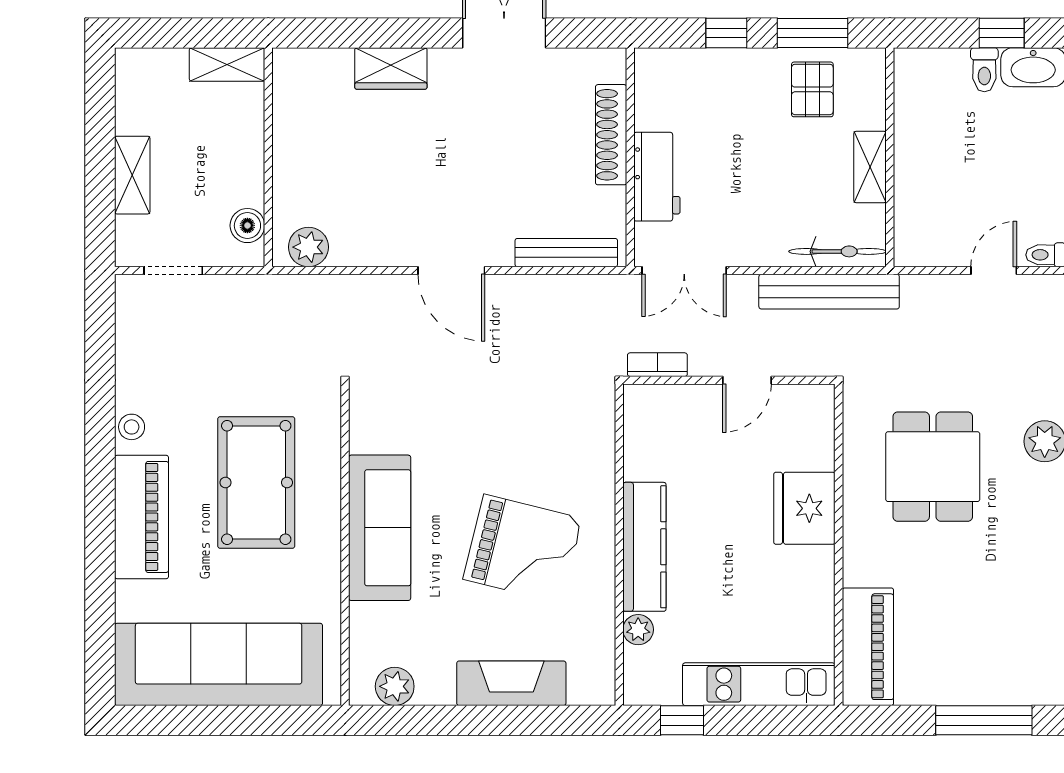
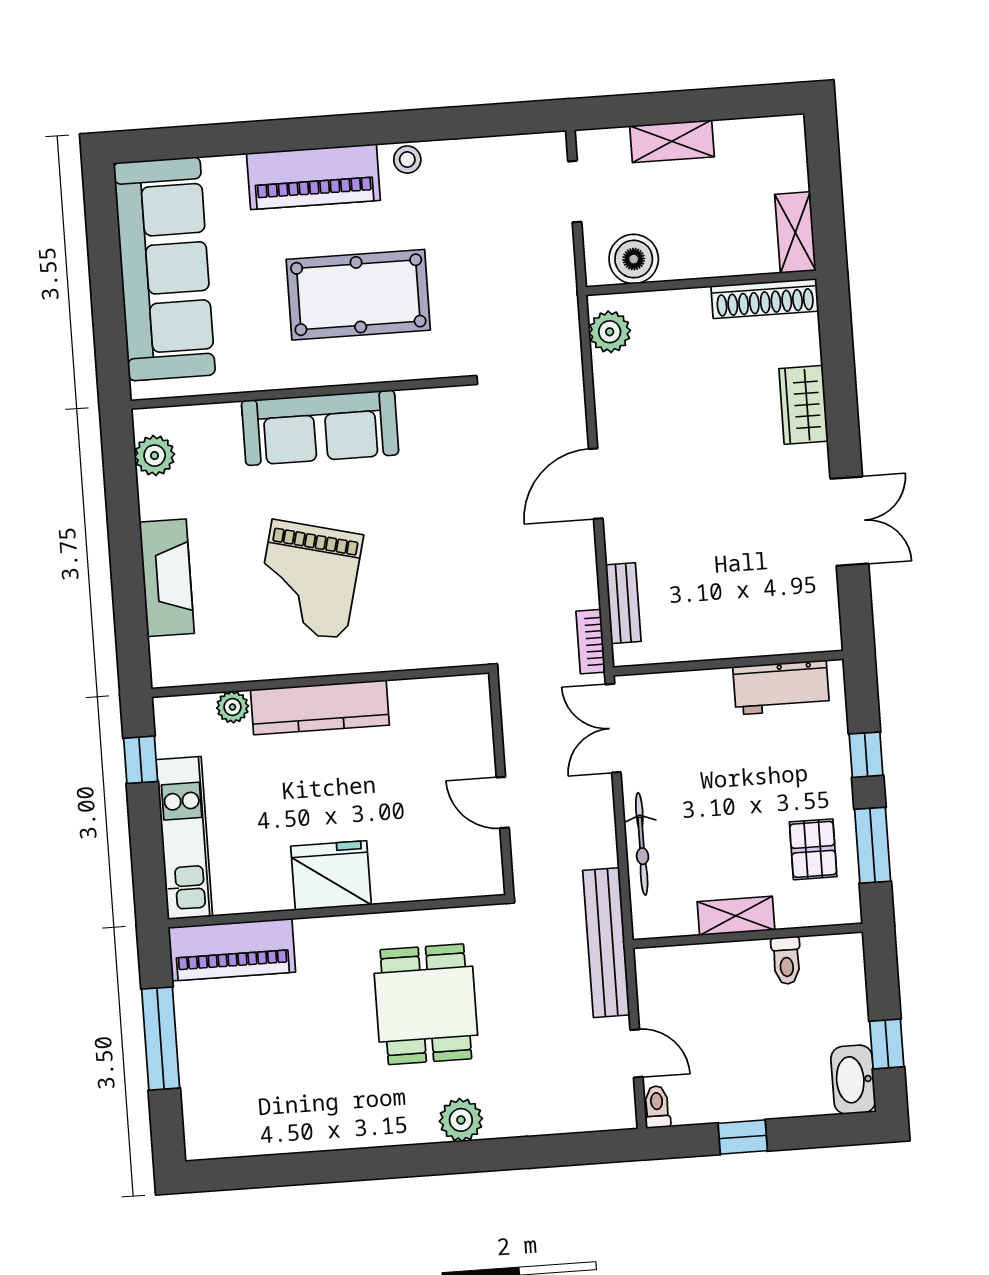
toilet: (984, 70) -> (786, 960), moved, turned -90
pallet: (812, 89) -> (813, 849), turned 90
shoe rack: (611, 135) -> (765, 298), moved, turned 180
workbench: (657, 177) -> (781, 687), moved
boiler: (247, 226) -> (634, 259), width x1.36, depth x1.36
bicycle: (837, 251) -> (642, 844), moved
bench: (566, 253) -> (623, 603), width x0.73
bench: (829, 292) -> (606, 943), moved
bookcase: (657, 365) -> (591, 642), moved, turned 180
dining table: (933, 467) -> (426, 1004), turned 90
fridge: (804, 508) -> (331, 875), moved
window: (984, 720) -> (161, 1039), moved

